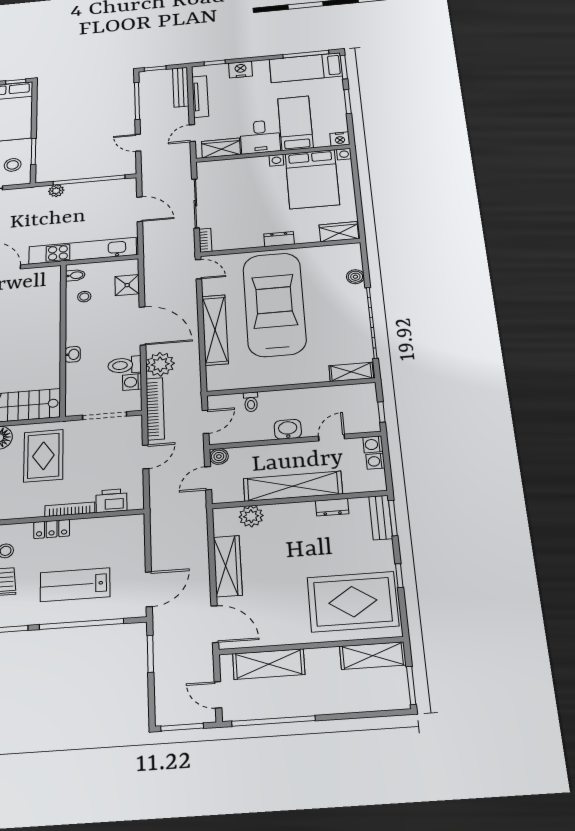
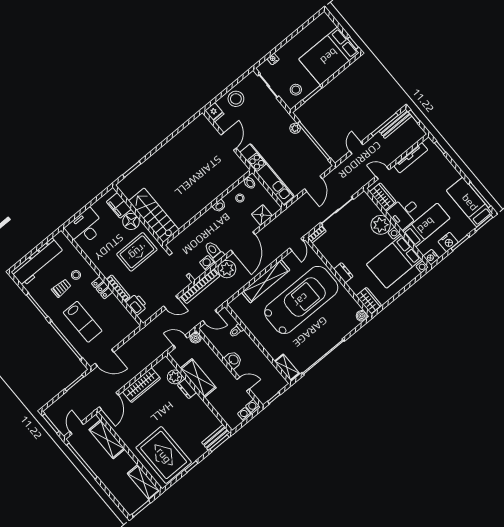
nightstand: (241, 70) -> (448, 242), moved, turned 90
bench: (181, 87) -> (395, 124), moved
plant: (254, 168) -> (381, 225), added
boiler: (355, 277) -> (362, 316), moved
washbasin: (73, 354) -> (219, 206), moved
shelving: (293, 486) -> (198, 378), width x0.68
dresser: (332, 507) -> (187, 389), moved
lab bench: (75, 585) -> (83, 322), turned 180

